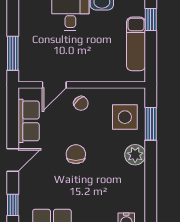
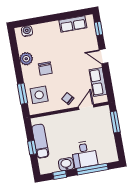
window: (151, 20) -> (32, 148), moved
chair: (76, 154) -> (45, 69), moved
plant: (135, 155) -> (26, 59), moved
door: (13, 160) -> (103, 56), hinge flipped

